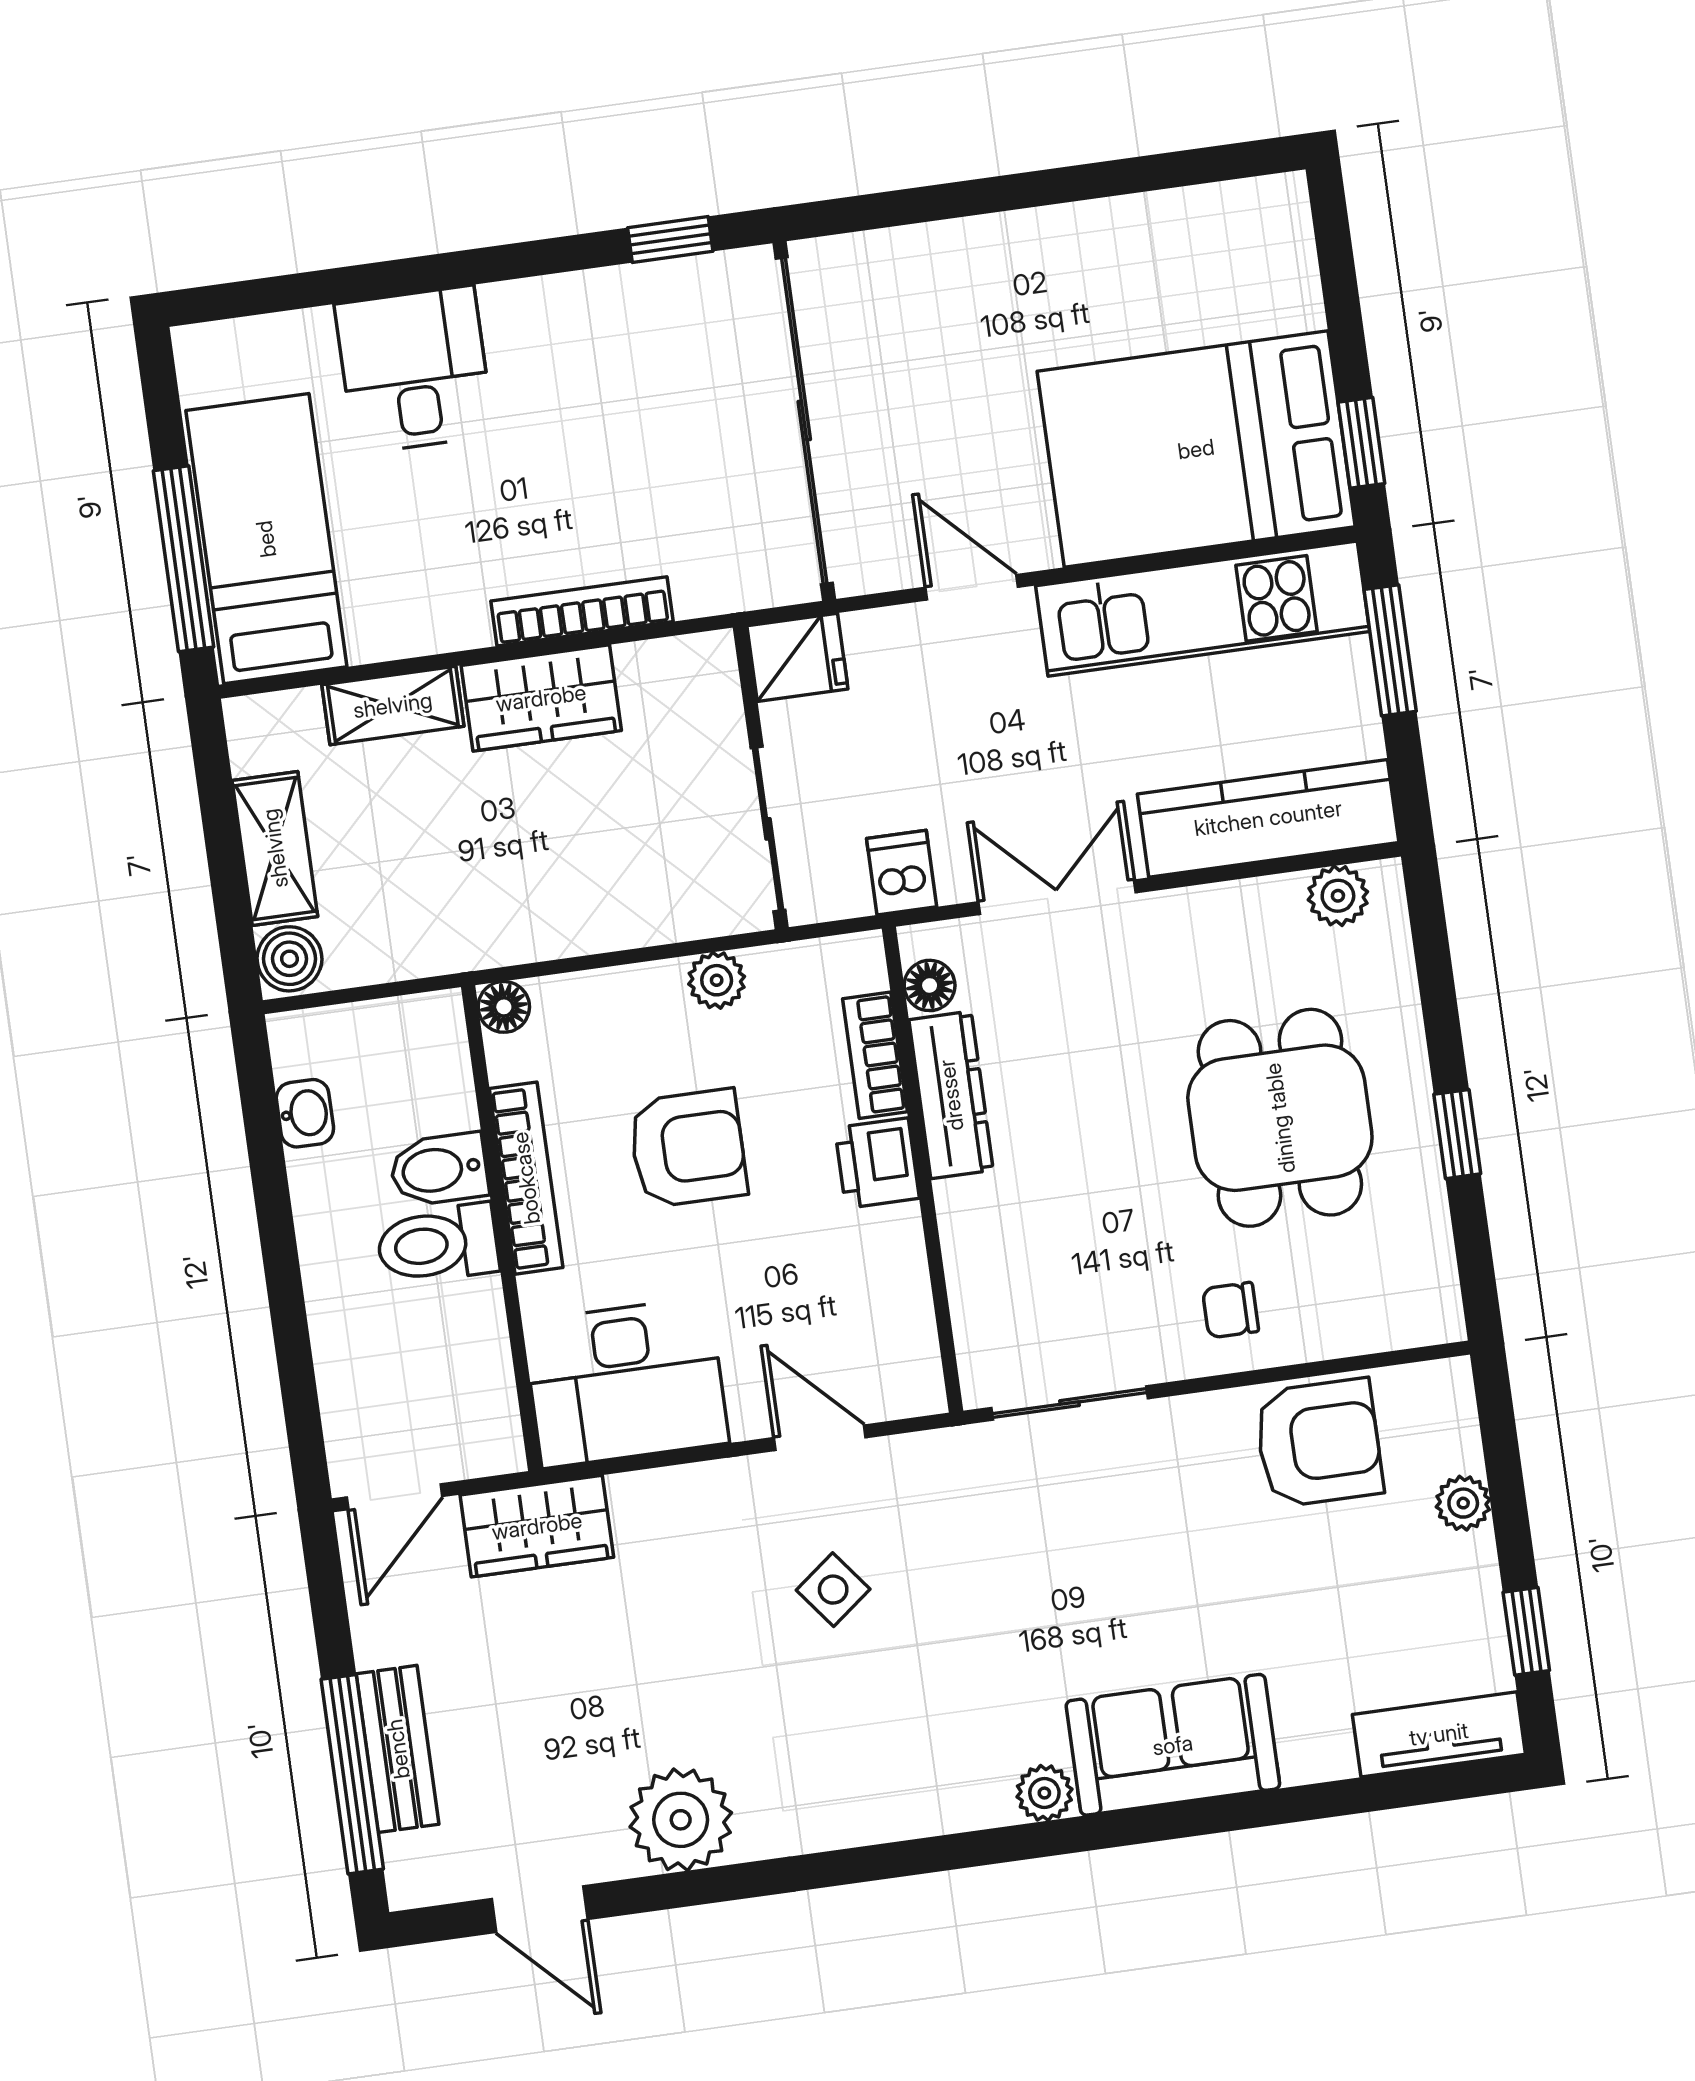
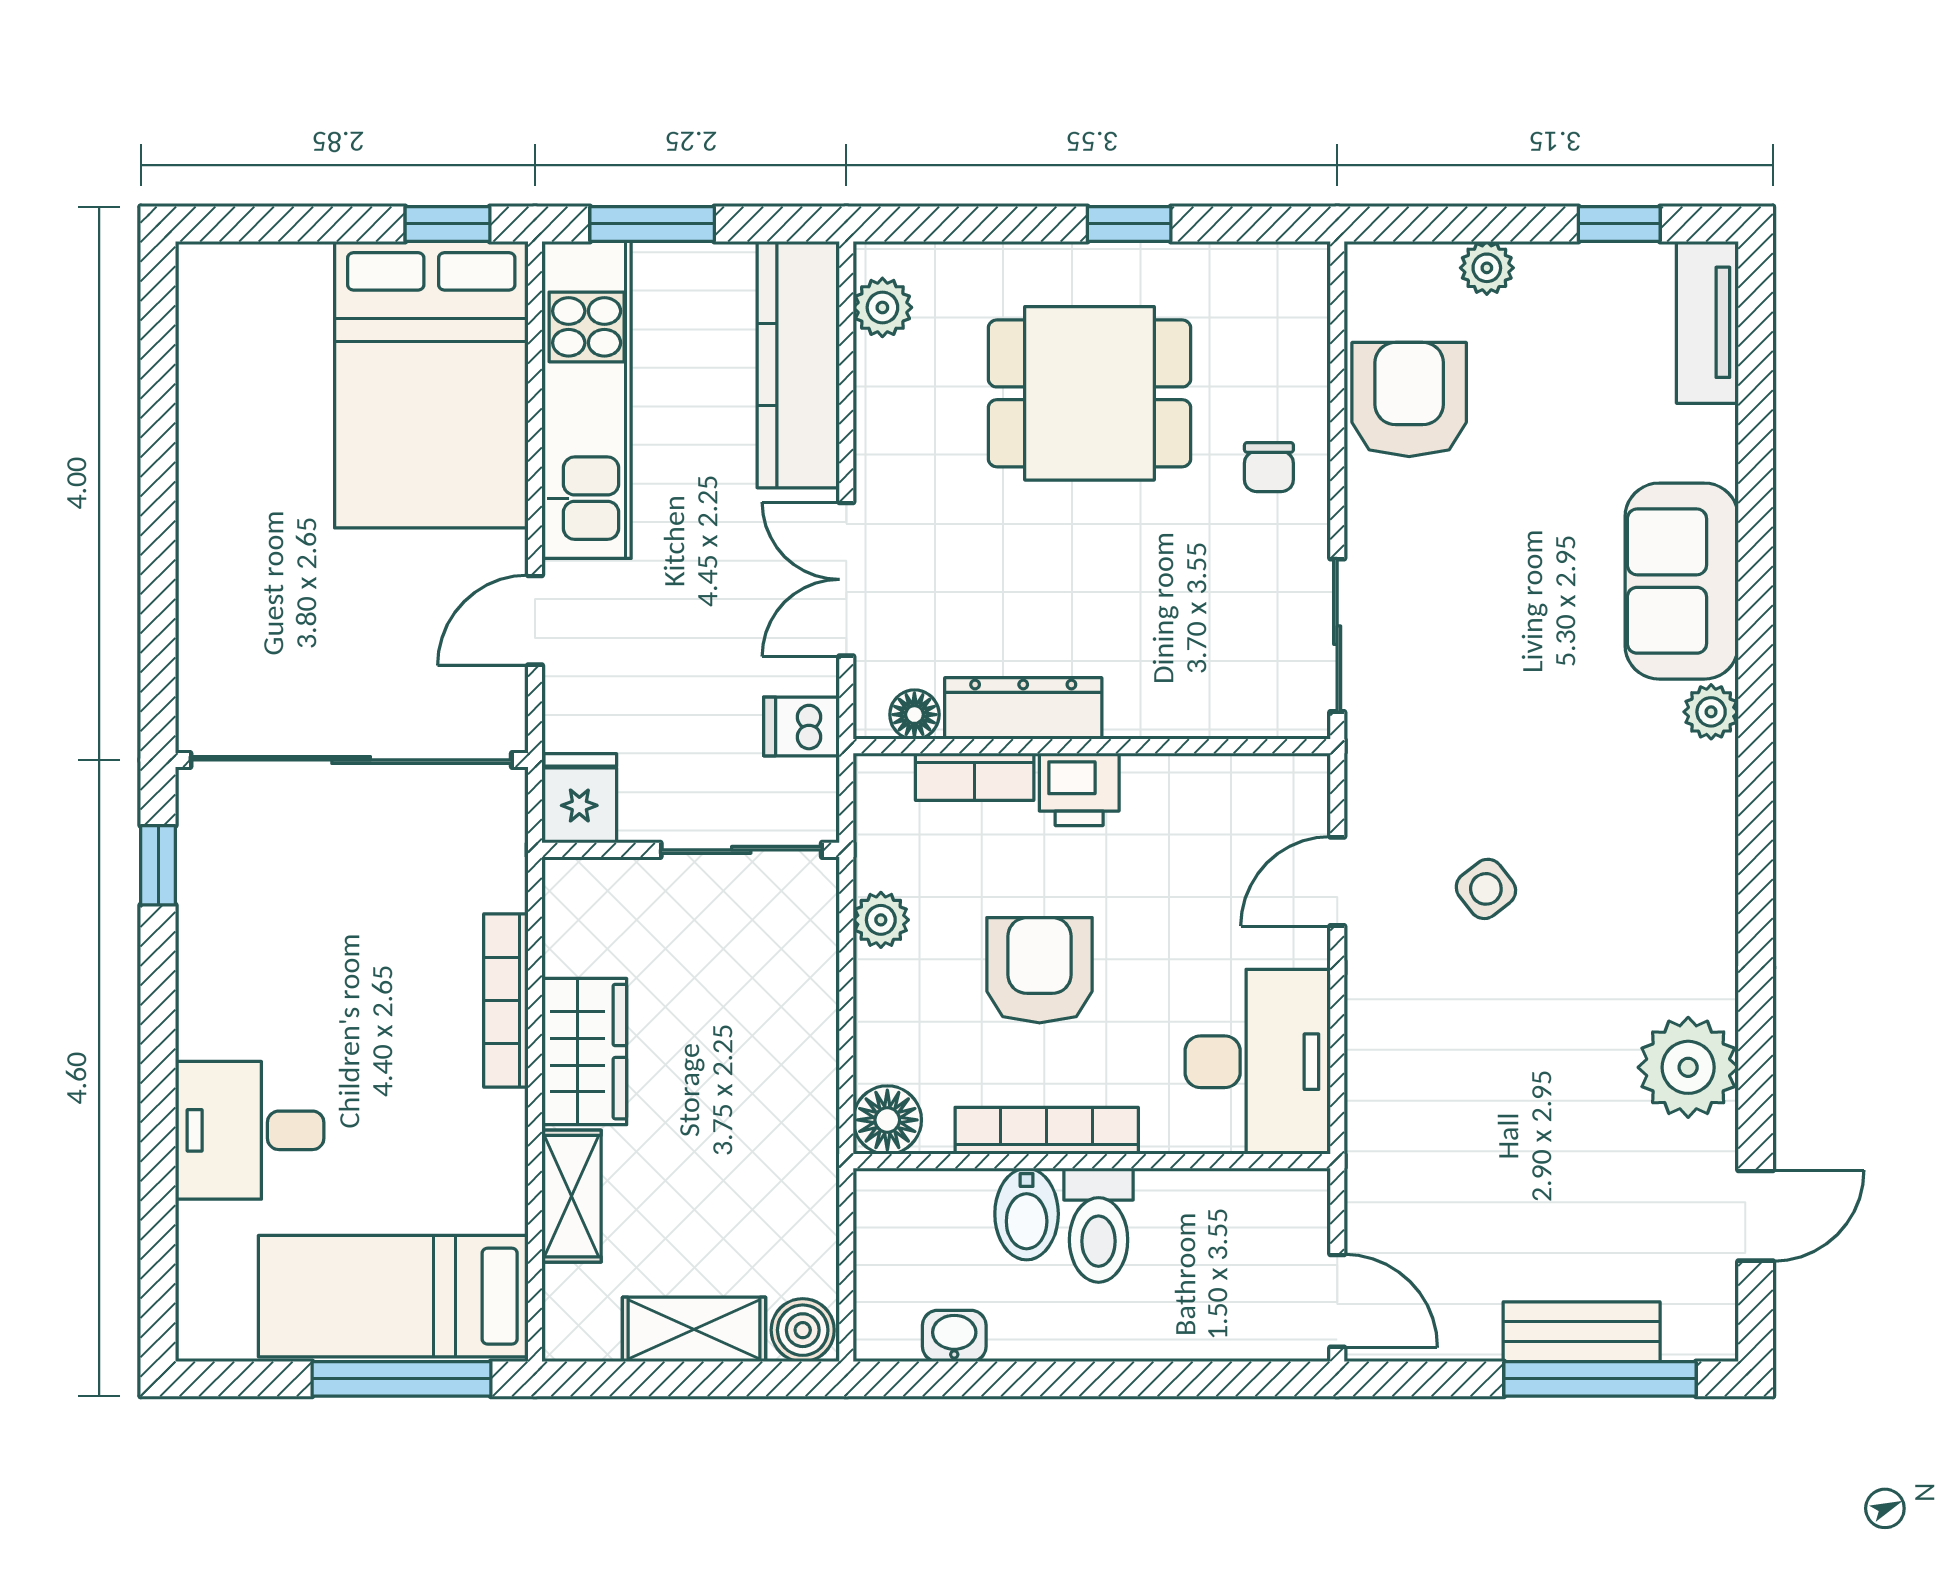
floor lamp: (504, 1007) -> (887, 1120), width x1.37, depth x1.37
wardrobe: (537, 1526) -> (1385, 1167), removed

